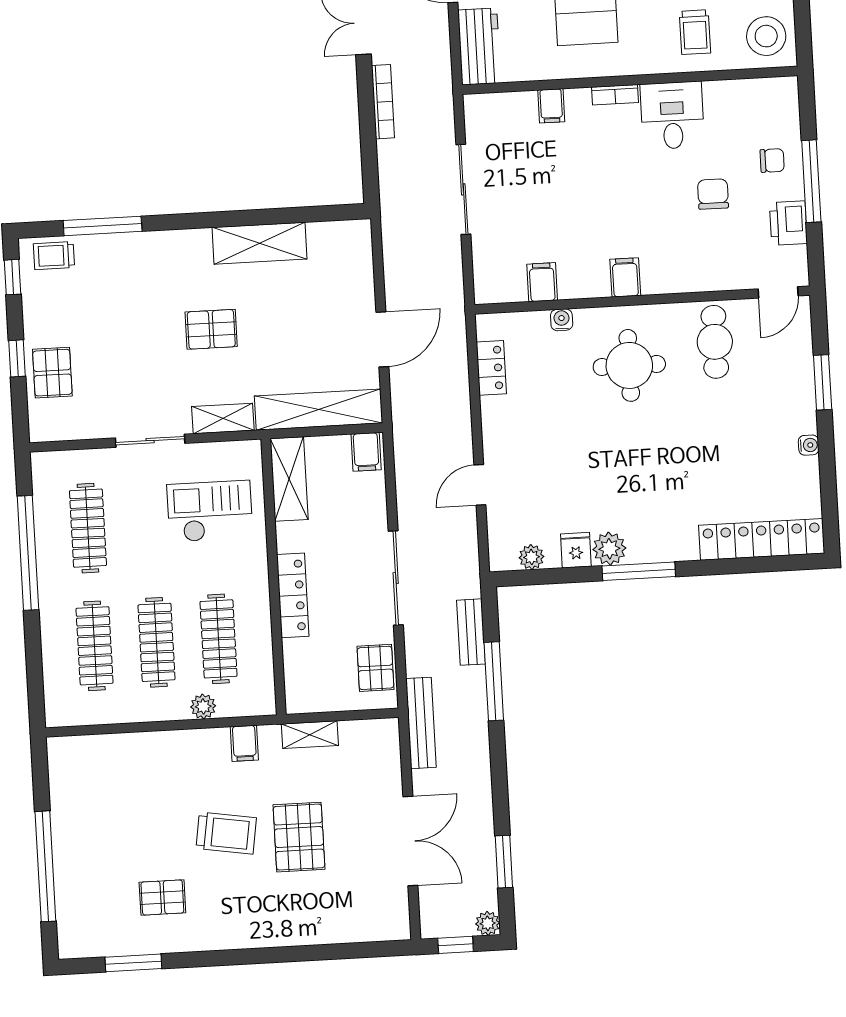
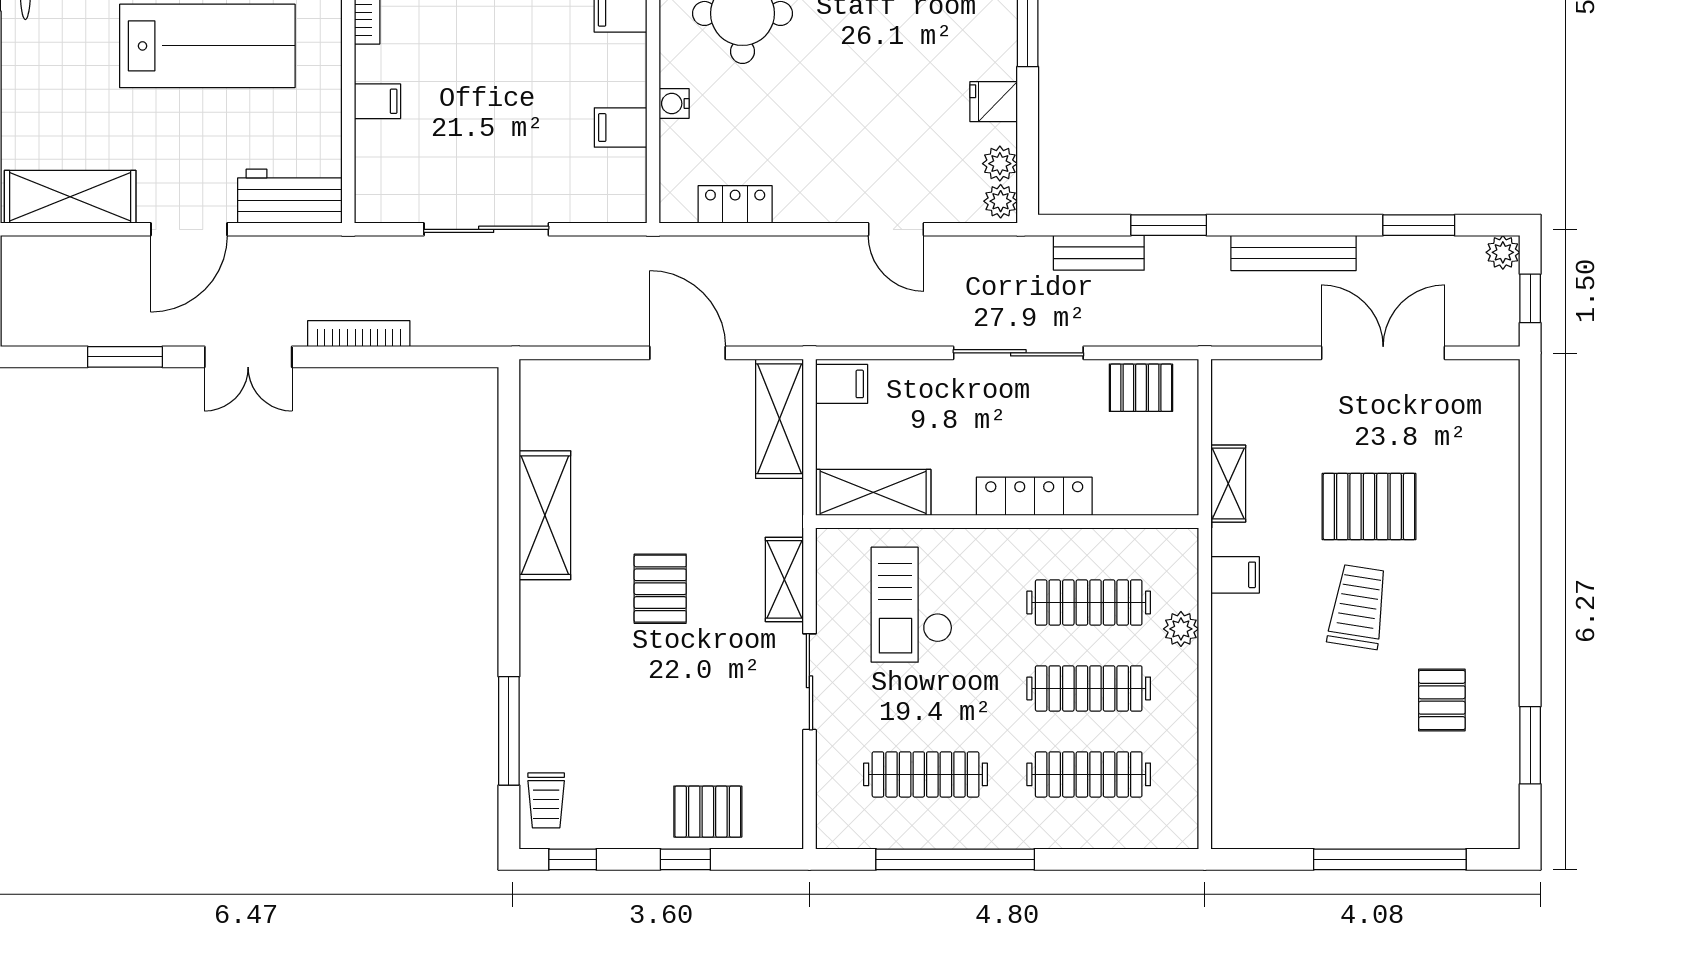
shelving: (319, 410) -> (779, 419), width x0.68
plant: (609, 549) -> (1001, 201), moved, width x0.73, depth x0.73
window: (494, 681) -> (1169, 225), width x0.69
bench: (421, 723) -> (1294, 253), moved

